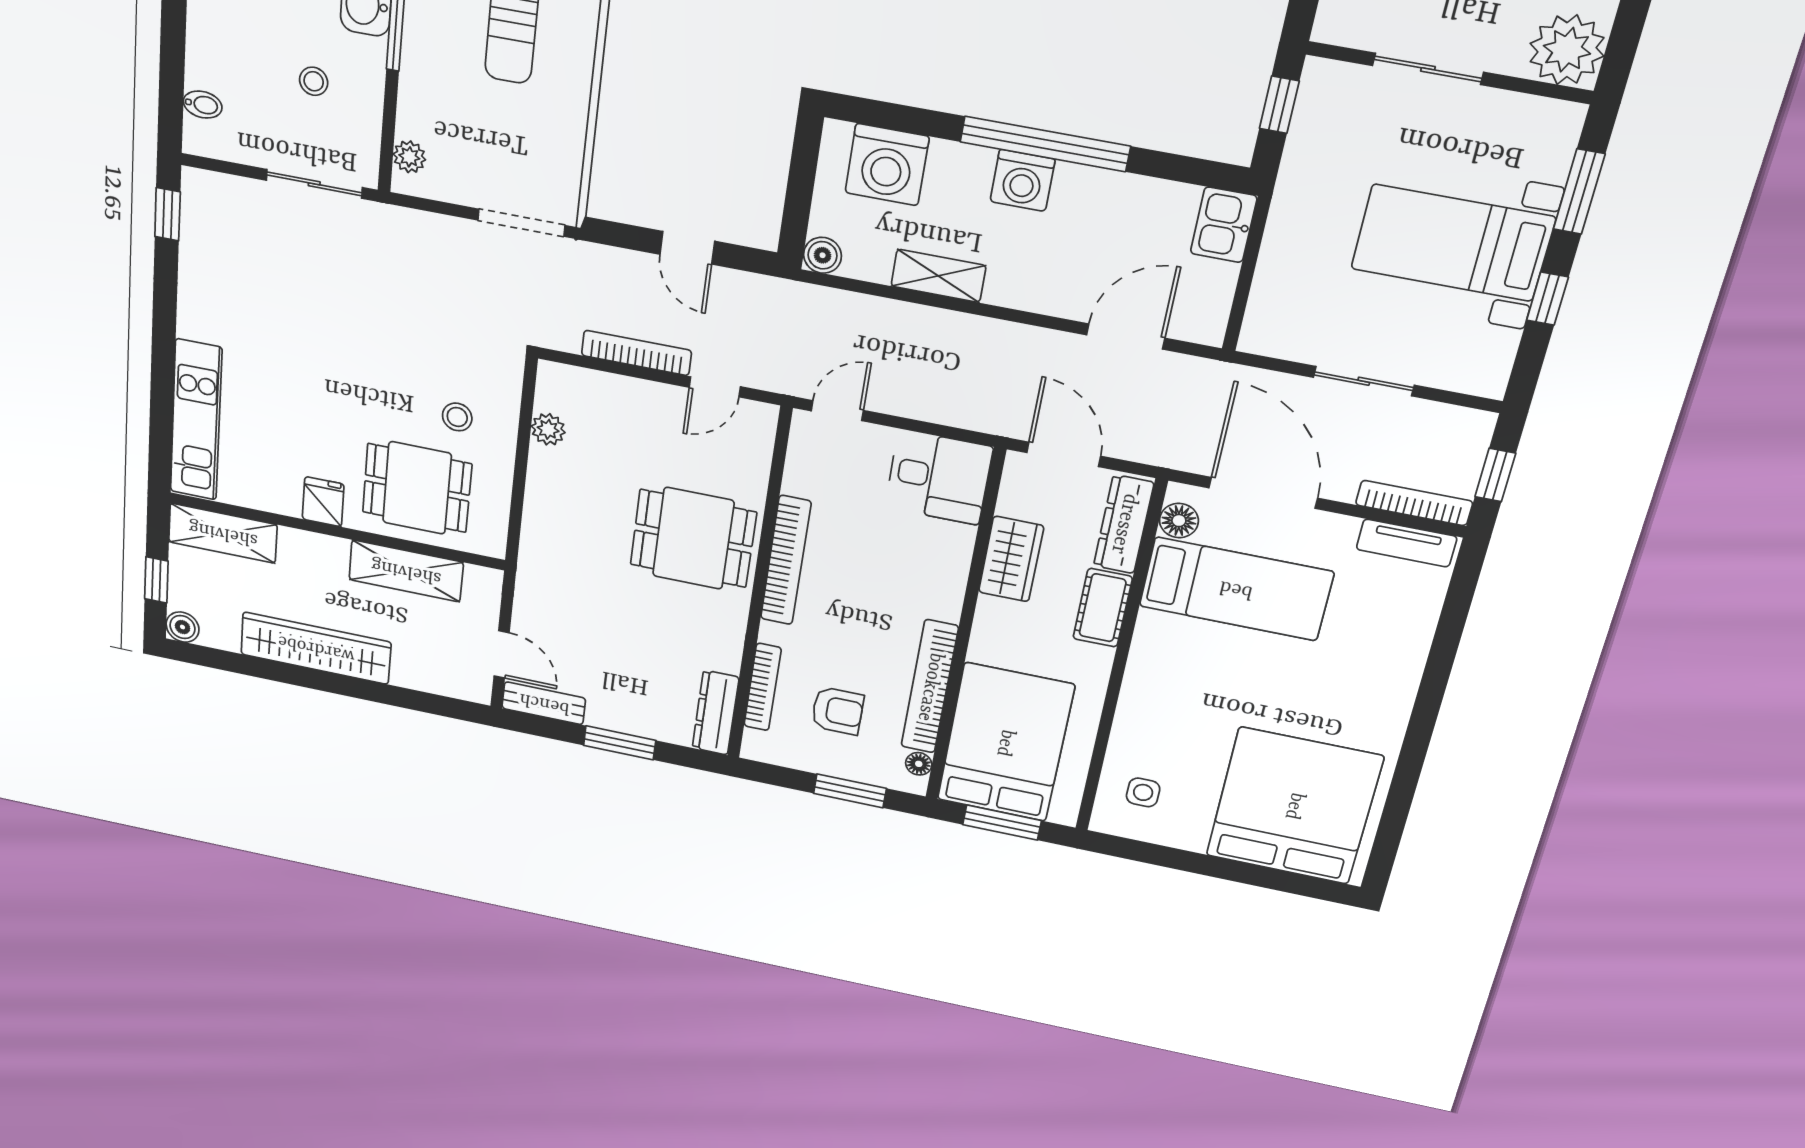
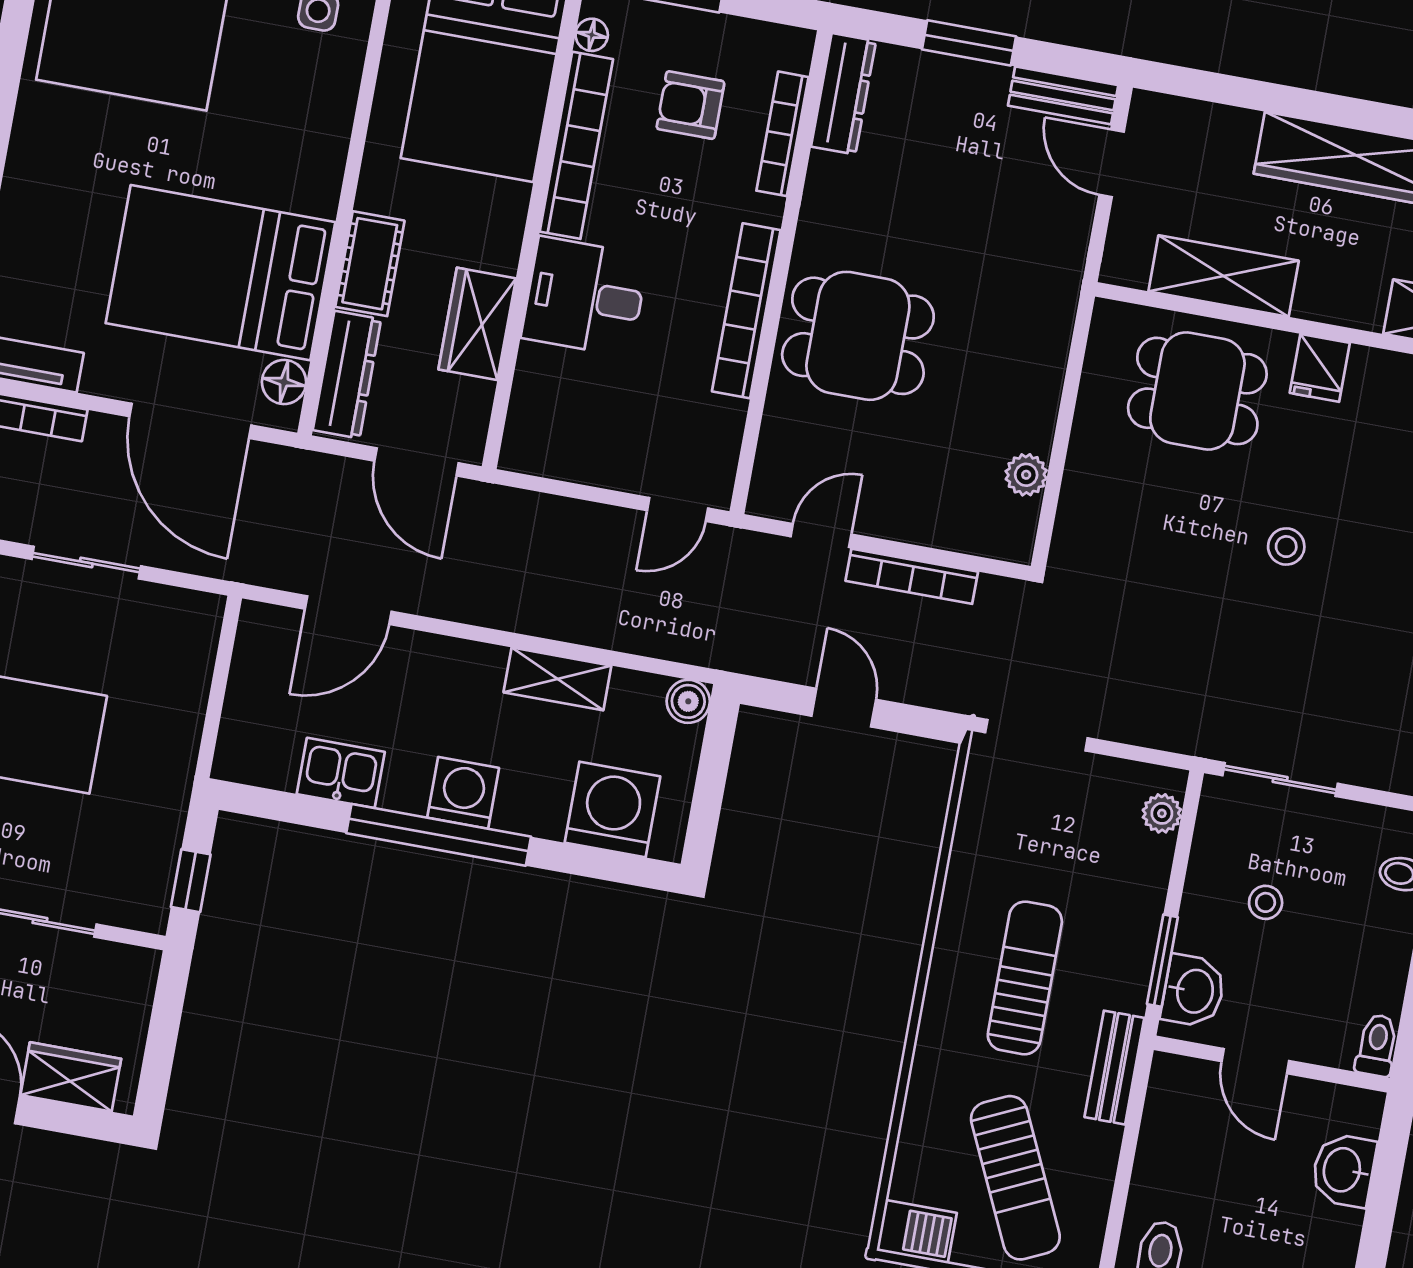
kitchen sink: (1224, 225) -> (341, 773), moved, turned -90
stool: (457, 417) -> (1286, 547), moved
desk: (939, 477) -> (585, 297), moved
bed: (1236, 589) -> (221, 273), width x1.50

